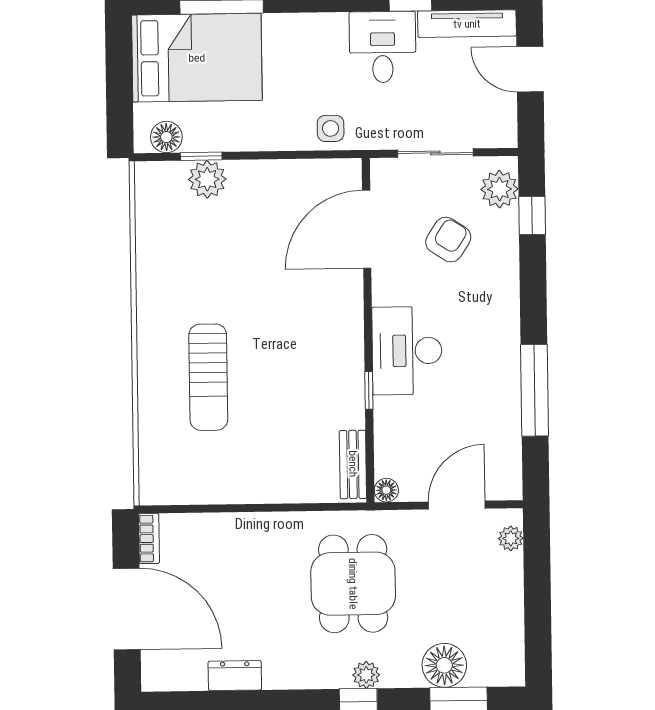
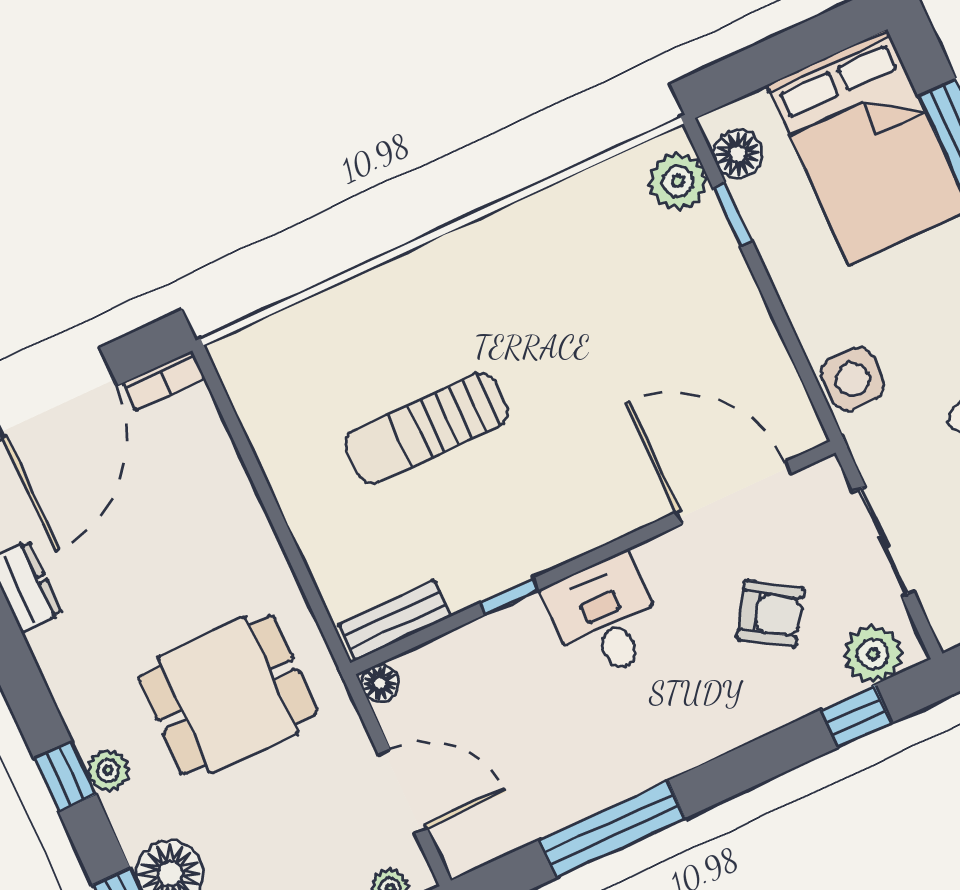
side table: (331, 128) -> (853, 379), width x1.37, depth x1.37
plant: (207, 179) -> (678, 181), moved
desk: (407, 351) -> (605, 617), width x0.73
sun lounger: (208, 377) -> (427, 428), moved

